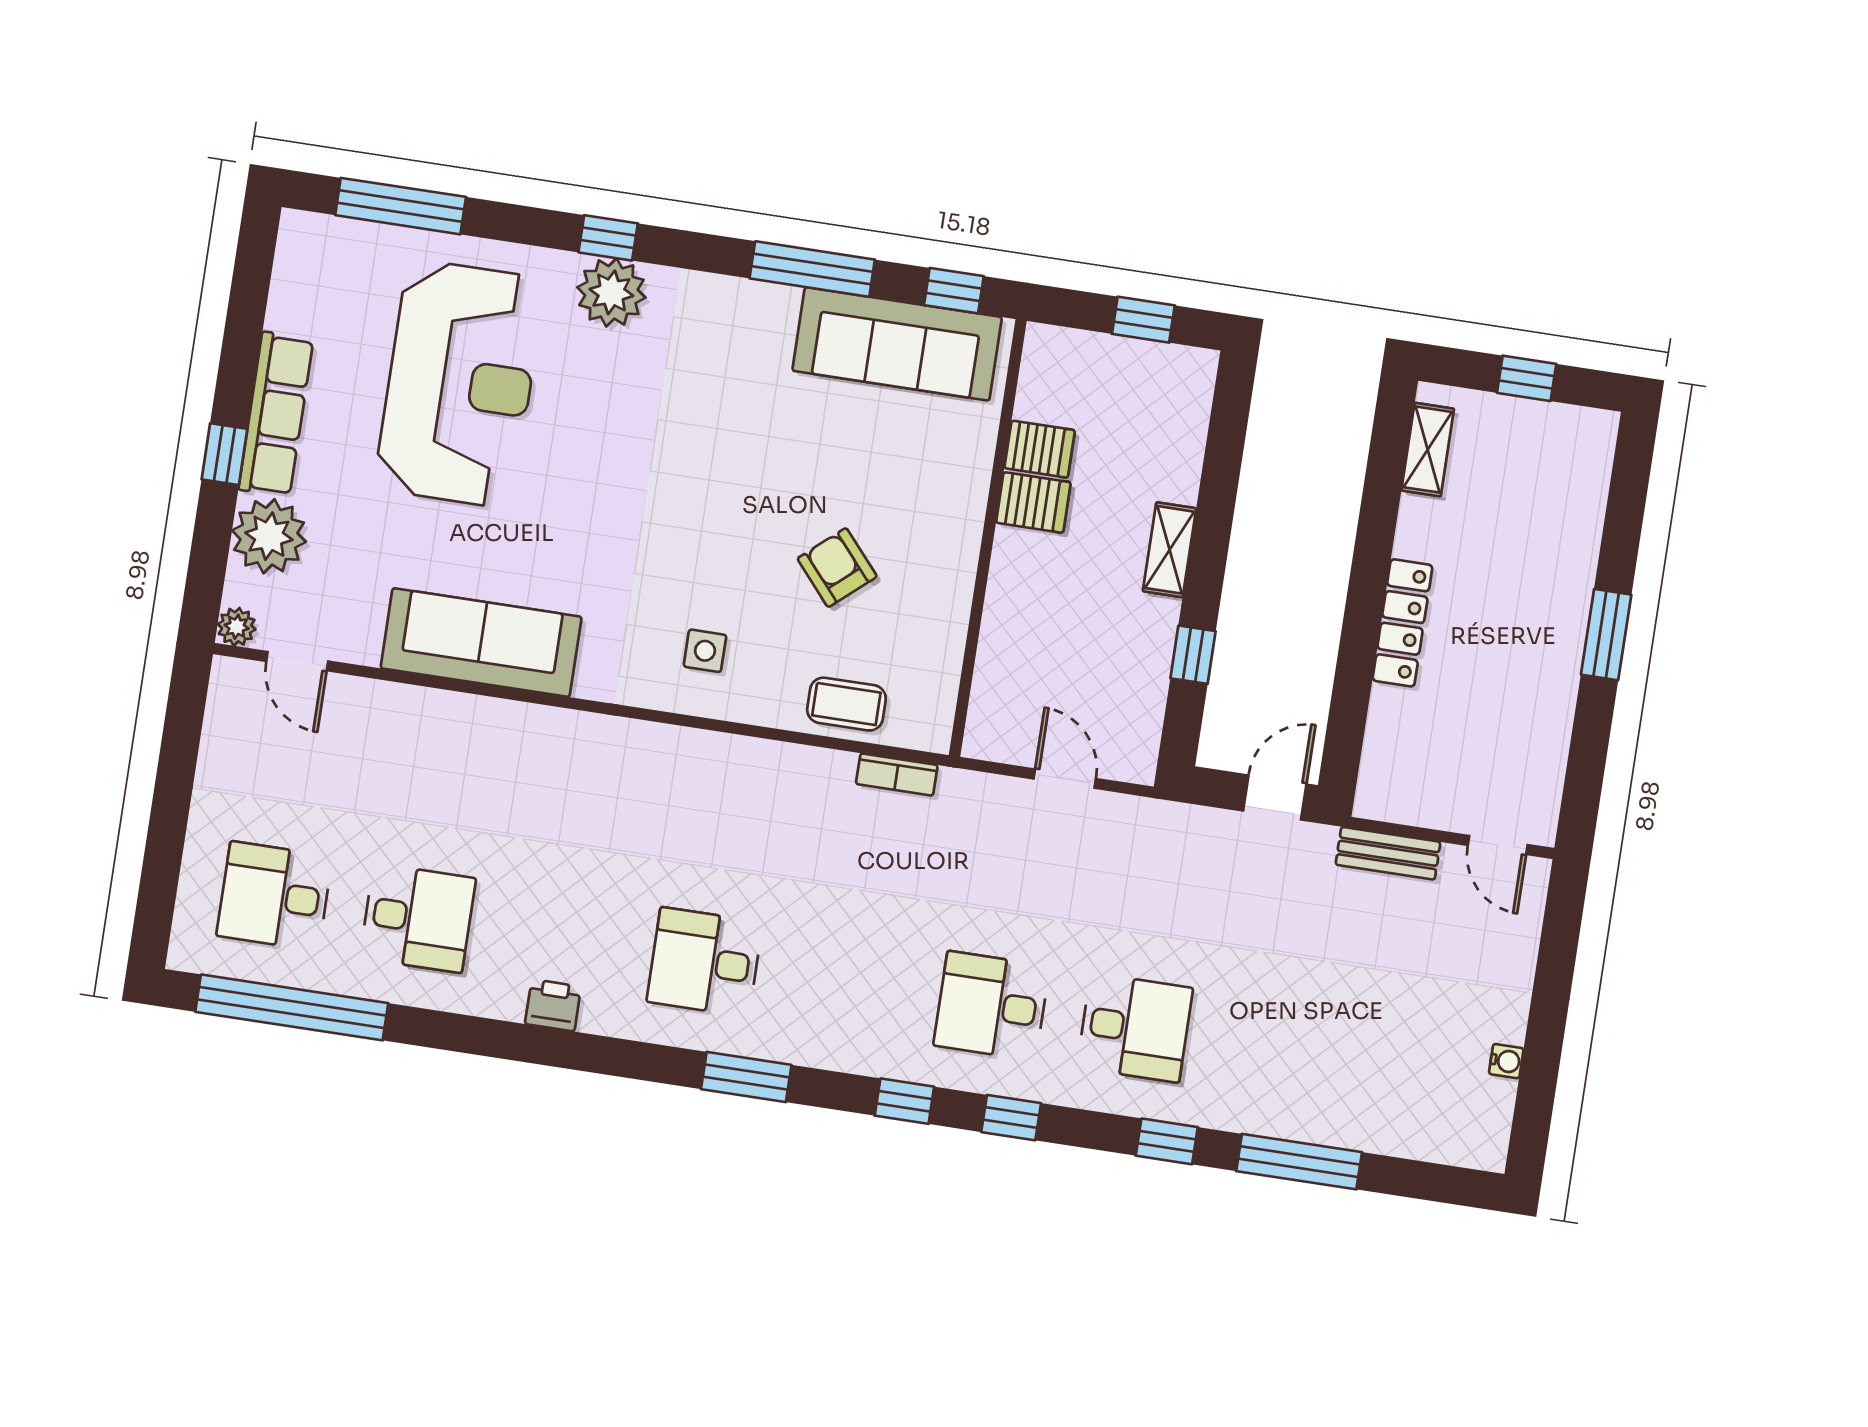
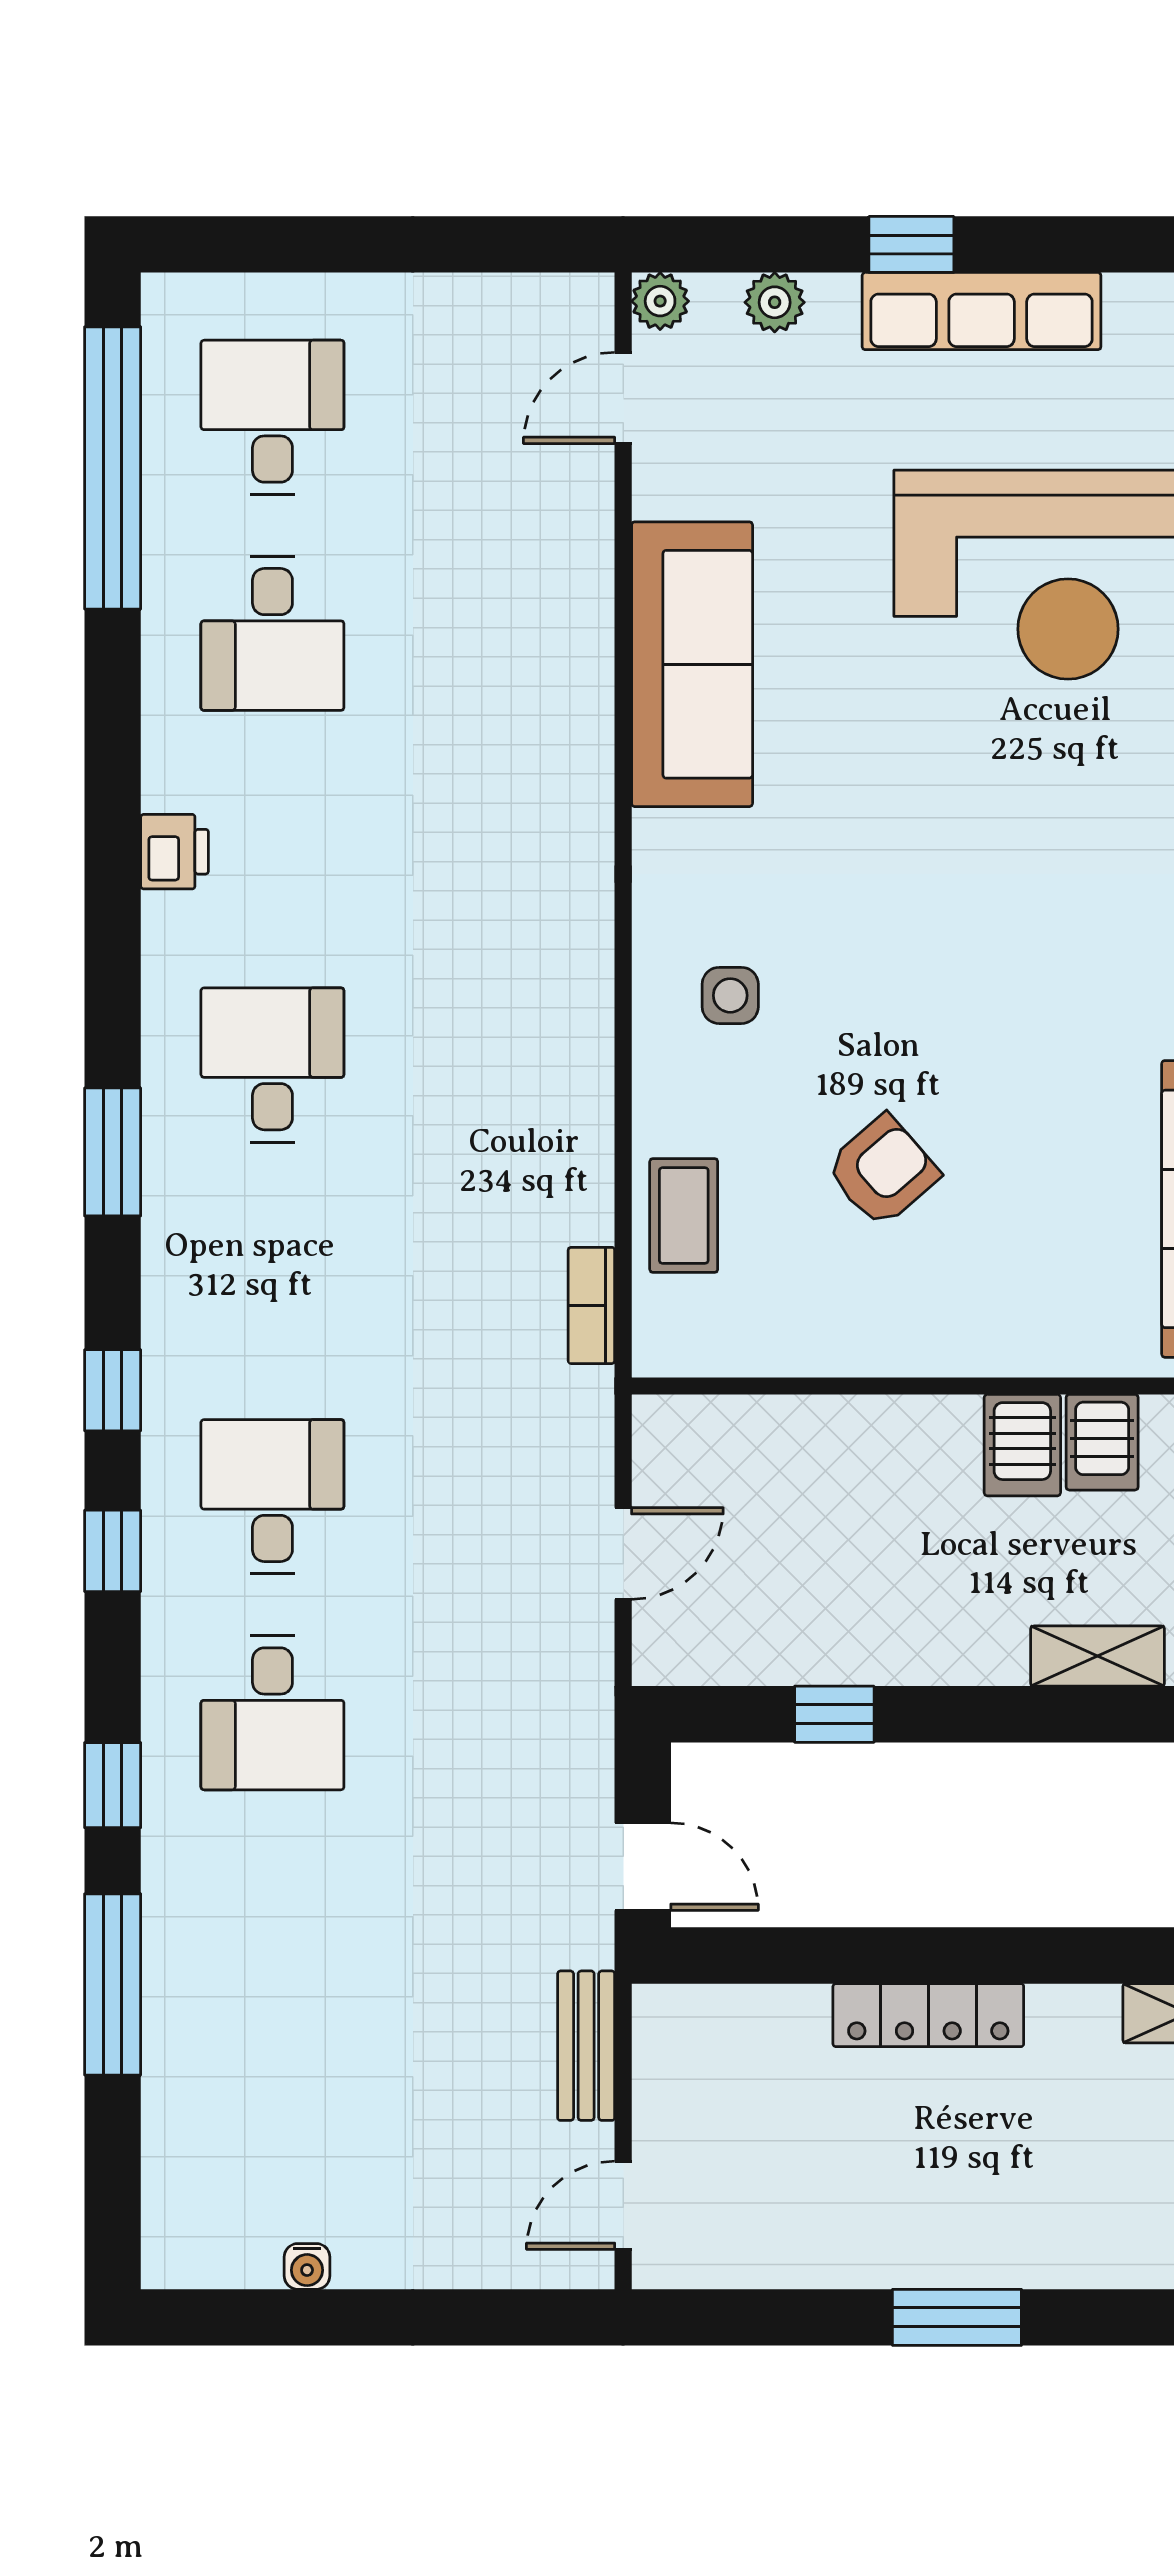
plant: (269, 536) -> (775, 302), width x0.53, depth x0.53
shelving: (1170, 550) -> (1098, 1656), moved

